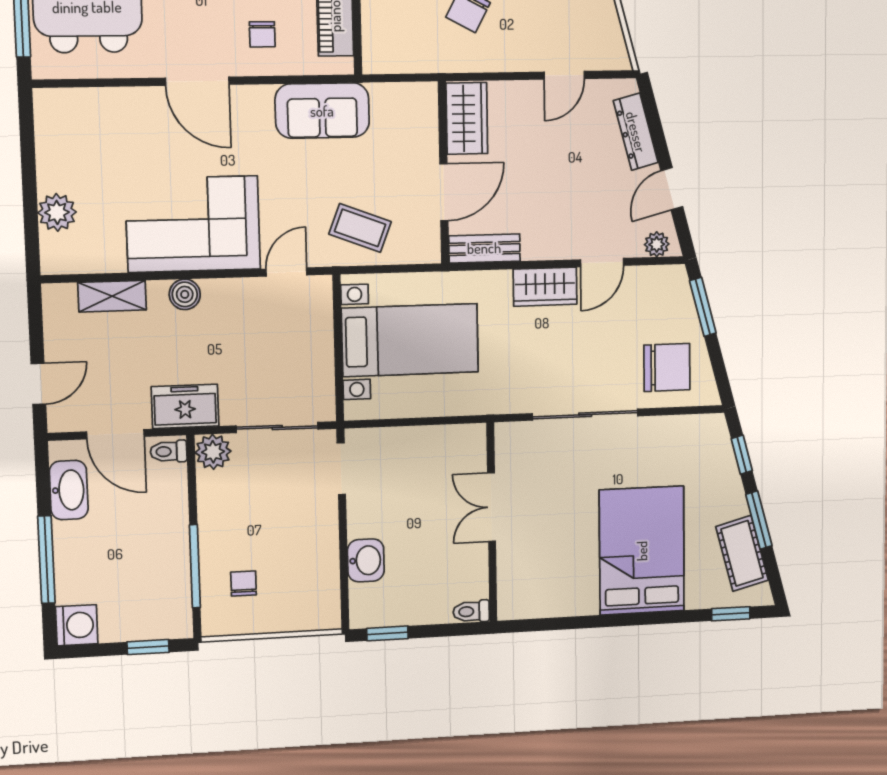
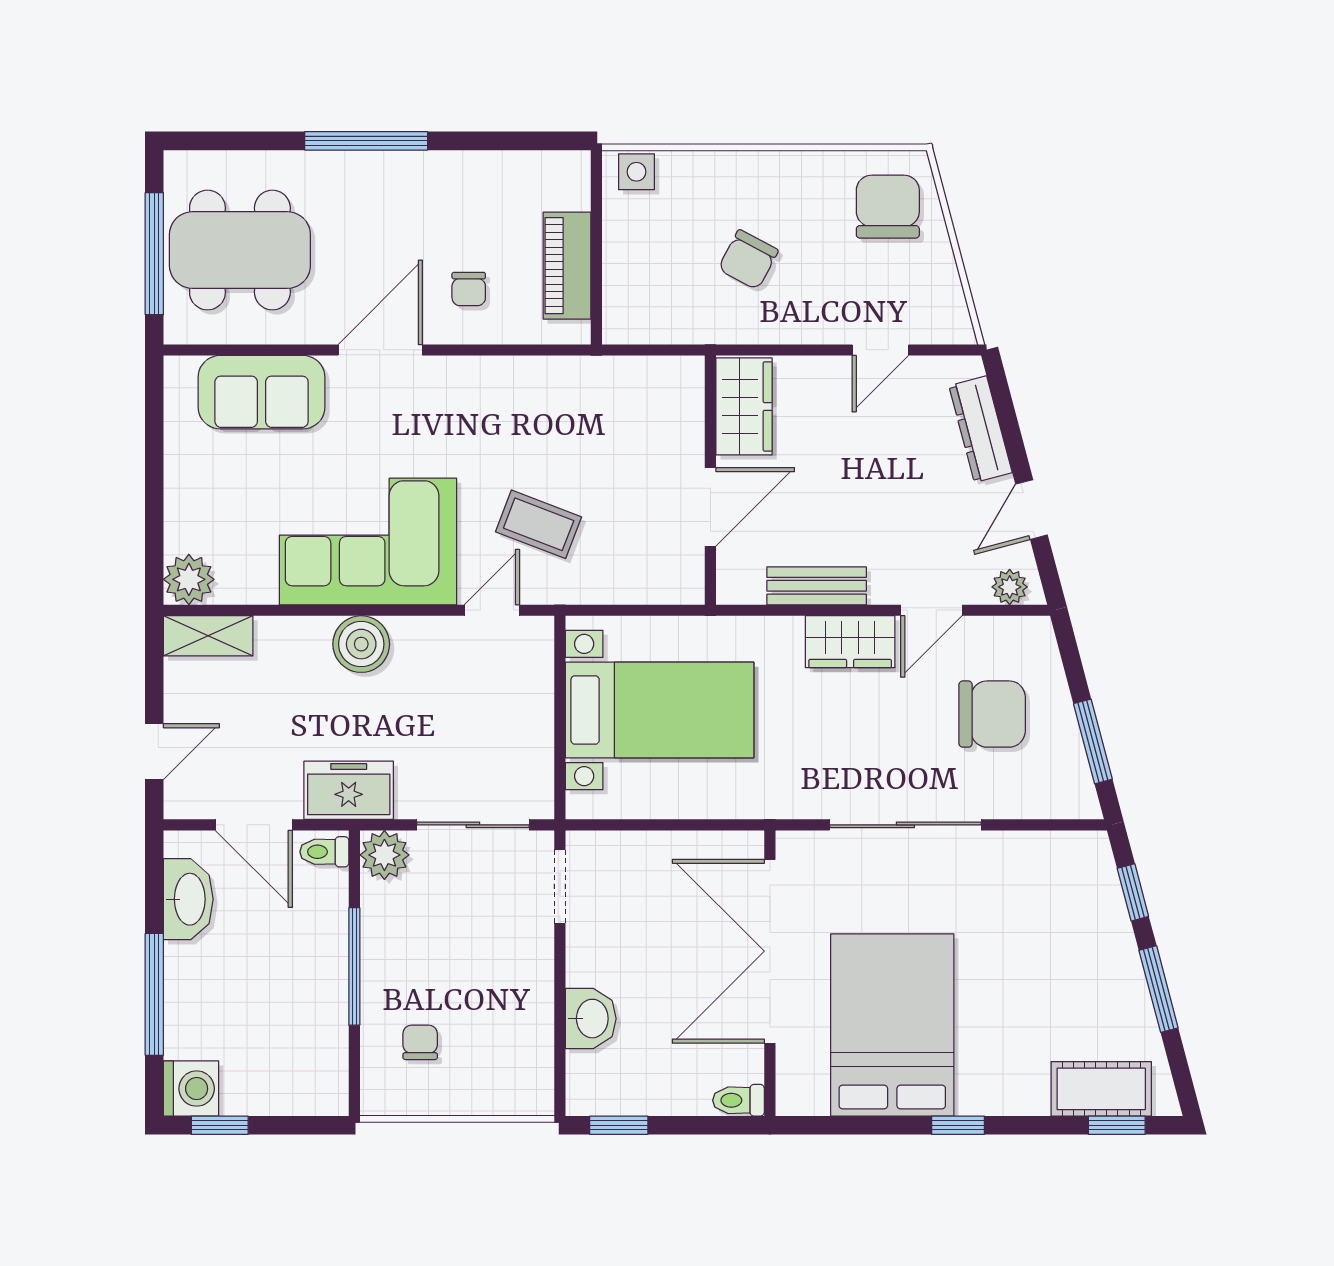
door: (197, 81) -> (380, 350), swing flipped
sofa: (322, 111) -> (262, 392), moved
plant: (57, 212) -> (189, 579), moved
coffee table: (360, 228) -> (539, 524), moved
bench: (484, 248) -> (817, 586), moved
boiler: (185, 294) -> (361, 644), width x1.36, depth x1.36
shelving: (112, 296) -> (208, 636), moved
window: (703, 307) -> (1093, 741), moved
chair: (667, 367) -> (992, 714), moved
double door: (492, 507) -> (770, 951), width x1.87
bed: (642, 551) -> (892, 1025), moved
cot: (742, 553) -> (1101, 1089), moved, turned -75
window: (195, 566) -> (354, 966), moved
window: (623, 620) -> (958, 1125), added
window: (148, 647) -> (220, 1125), moved

